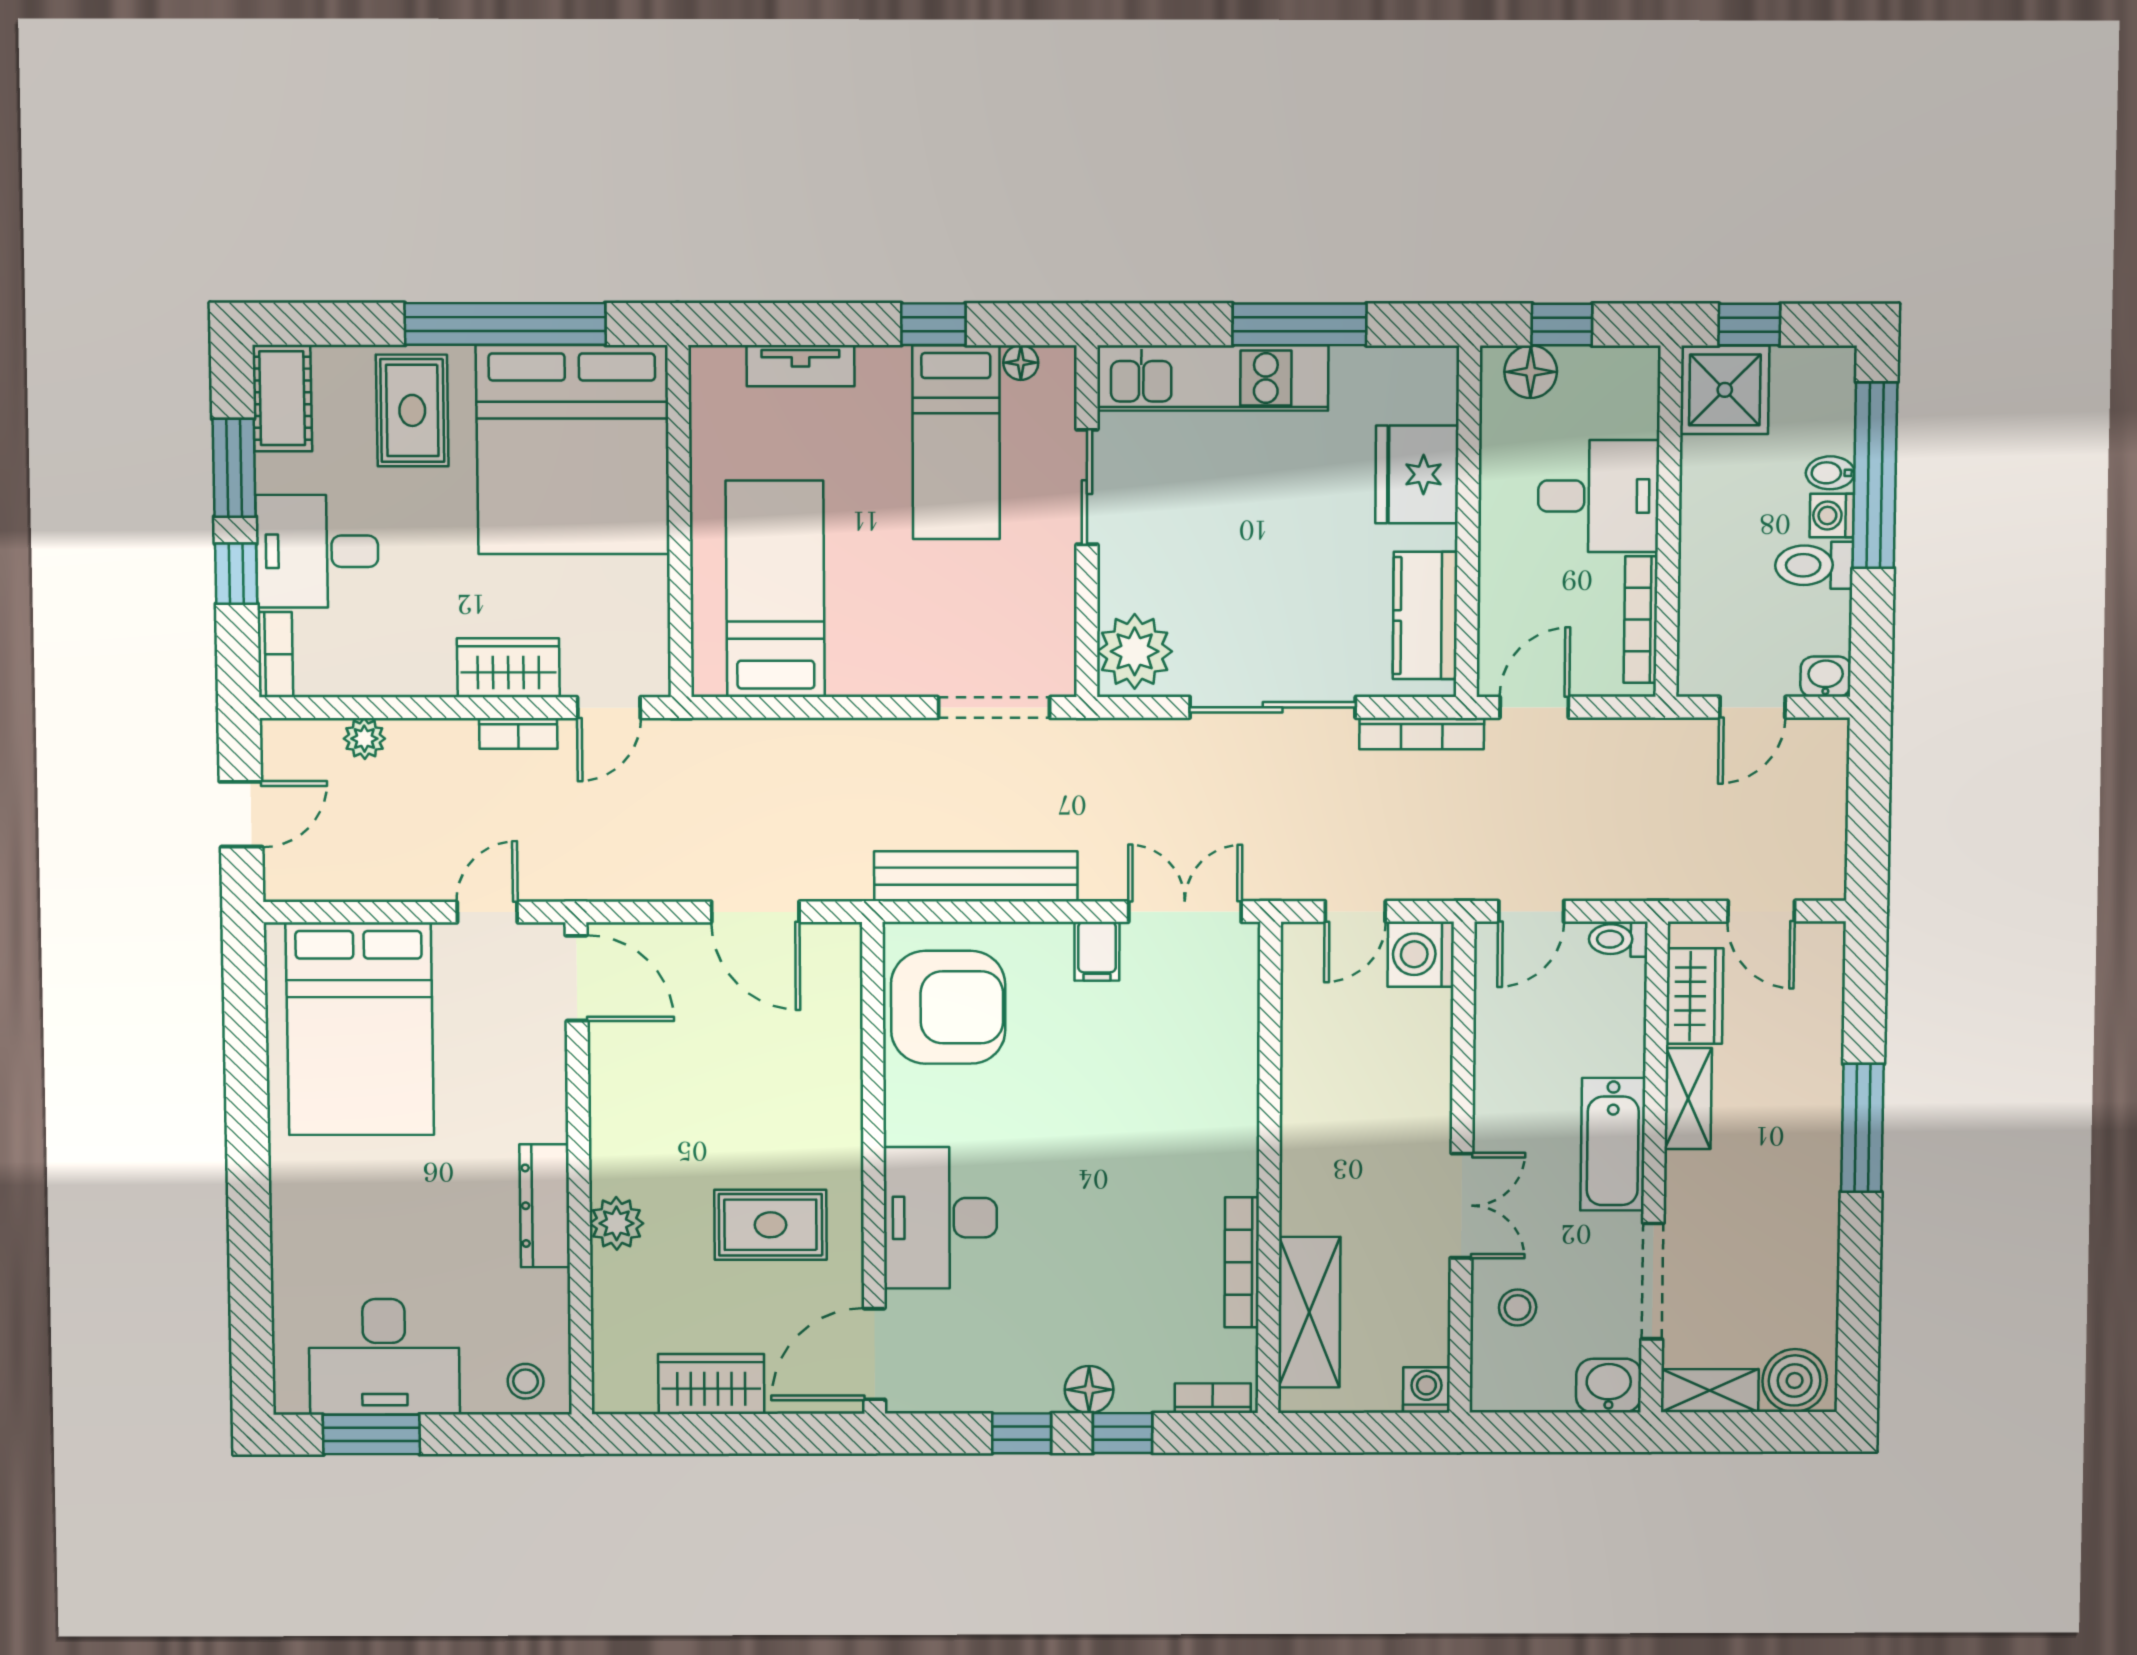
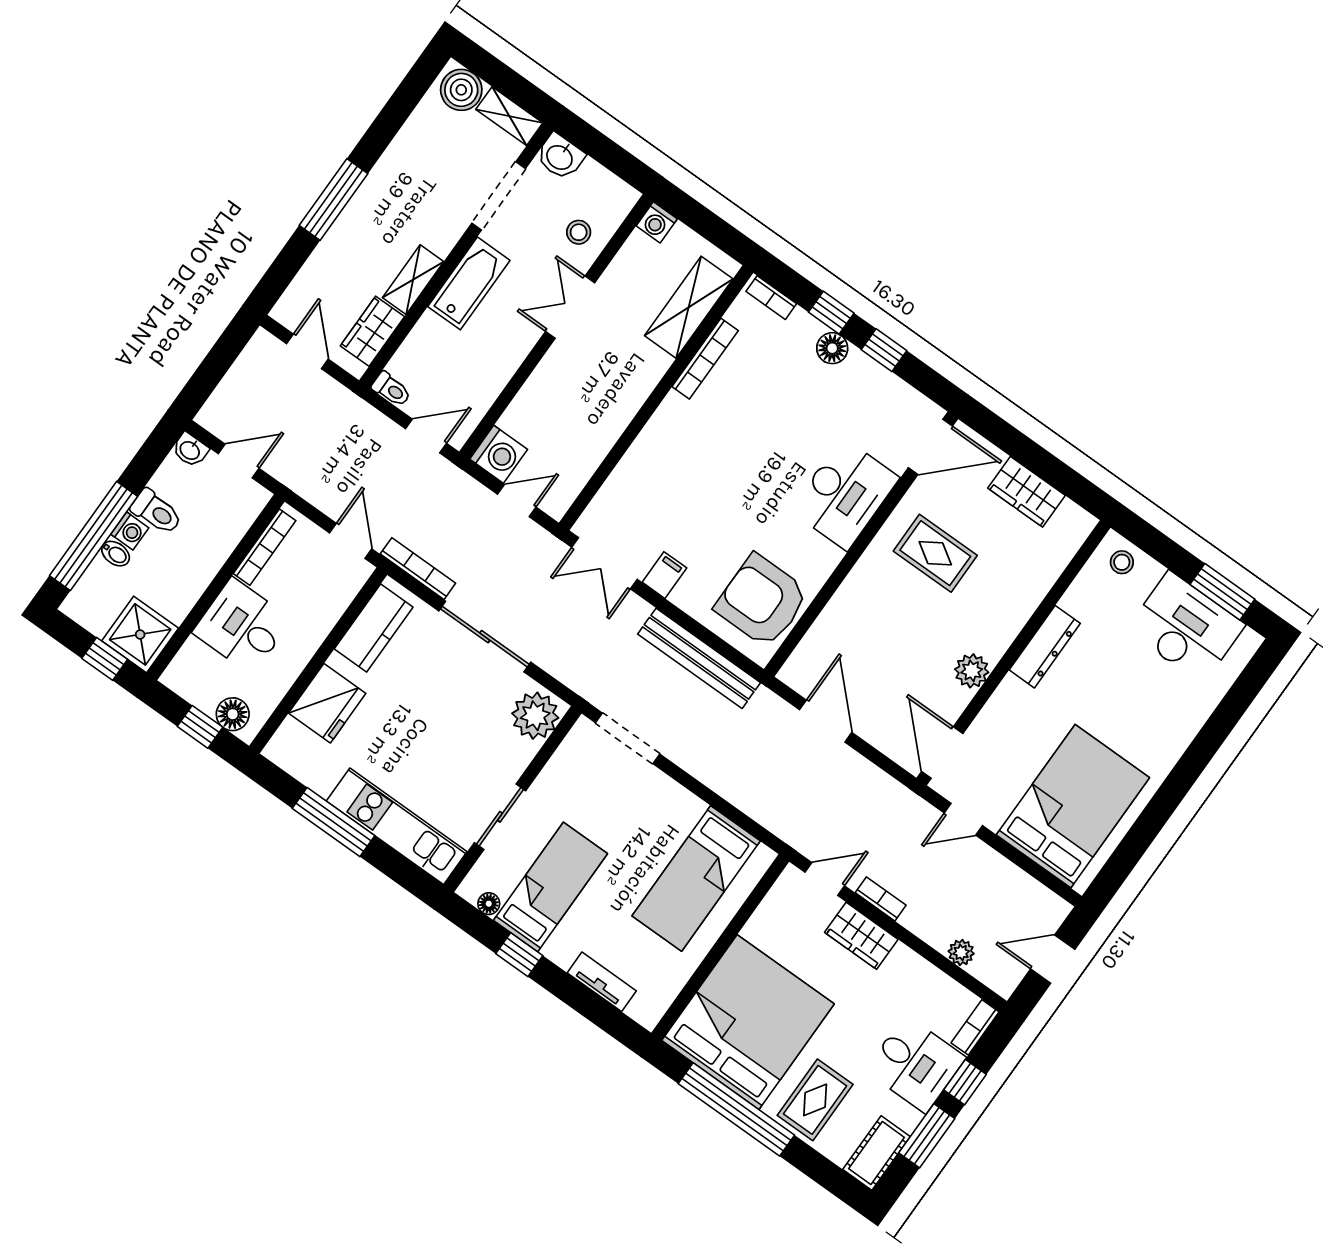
door: (1534, 707) -> (351, 541), swing flipped
plant: (617, 1223) -> (972, 671), moved

